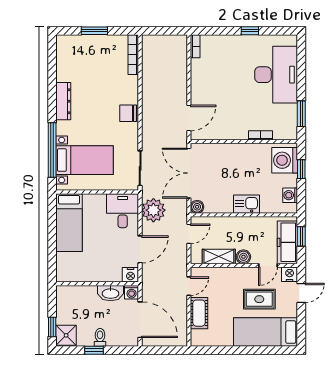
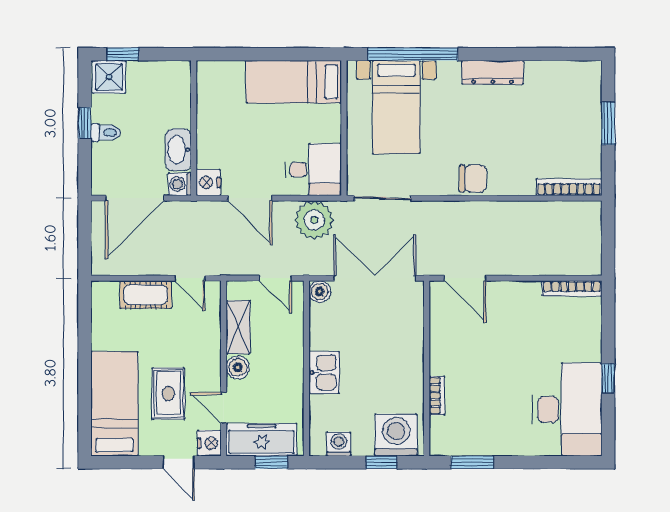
bookcase: (195, 46) -> (572, 288), width x1.56
desk: (276, 75) -> (567, 409), moved, turned -90
chair: (128, 113) -> (473, 179), turned 90

